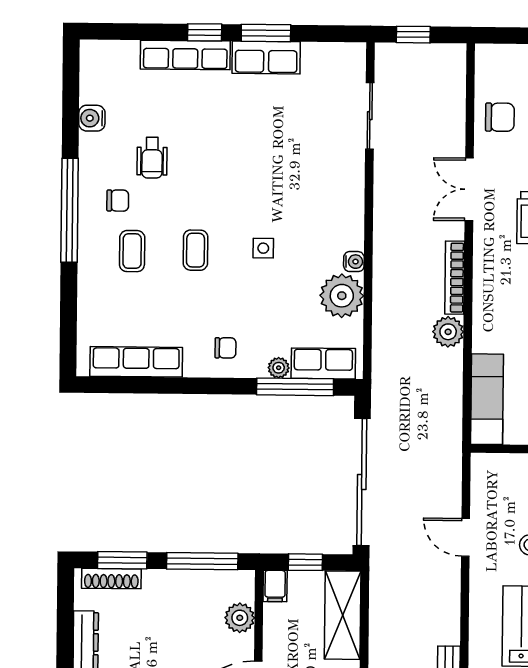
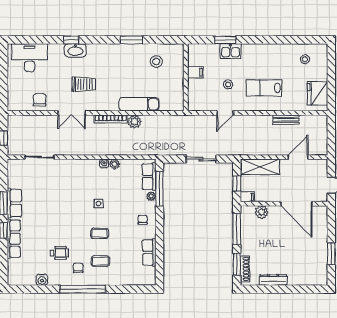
plant: (342, 296) -> (115, 164), width x0.53, depth x0.53
row of seats: (136, 362) -> (149, 252), width x0.68
exam couch: (487, 399) -> (139, 104), moved
sliding door: (362, 482) -> (201, 159), width x0.54

